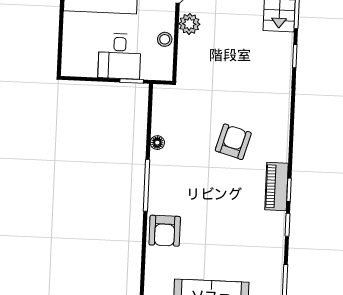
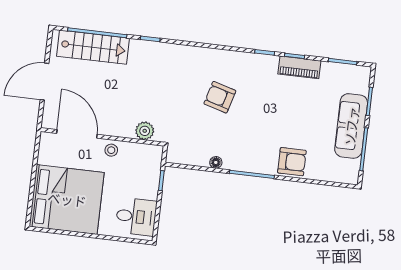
plant: (189, 24) -> (145, 131), moved
stool: (165, 39) -> (111, 150), moved
desk: (120, 56) -> (136, 217), moved
piano: (277, 187) -> (299, 67), moved

